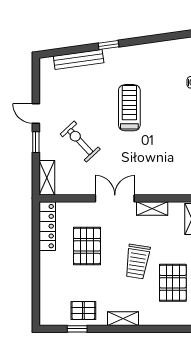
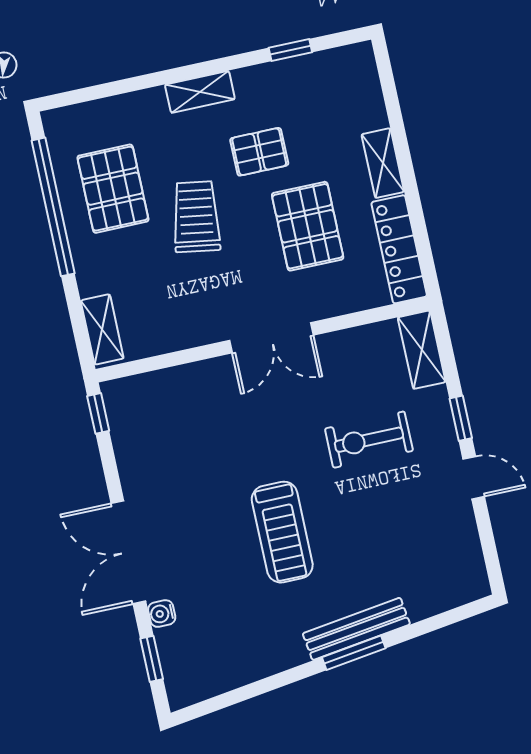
window: (109, 45) -> (354, 653), width x1.50
bench: (79, 59) -> (356, 629), moved
exercise bike: (80, 142) -> (369, 440), turned 133
shelving: (152, 209) -> (383, 163), moved, turned 90
pallet: (83, 310) -> (259, 152), moved

